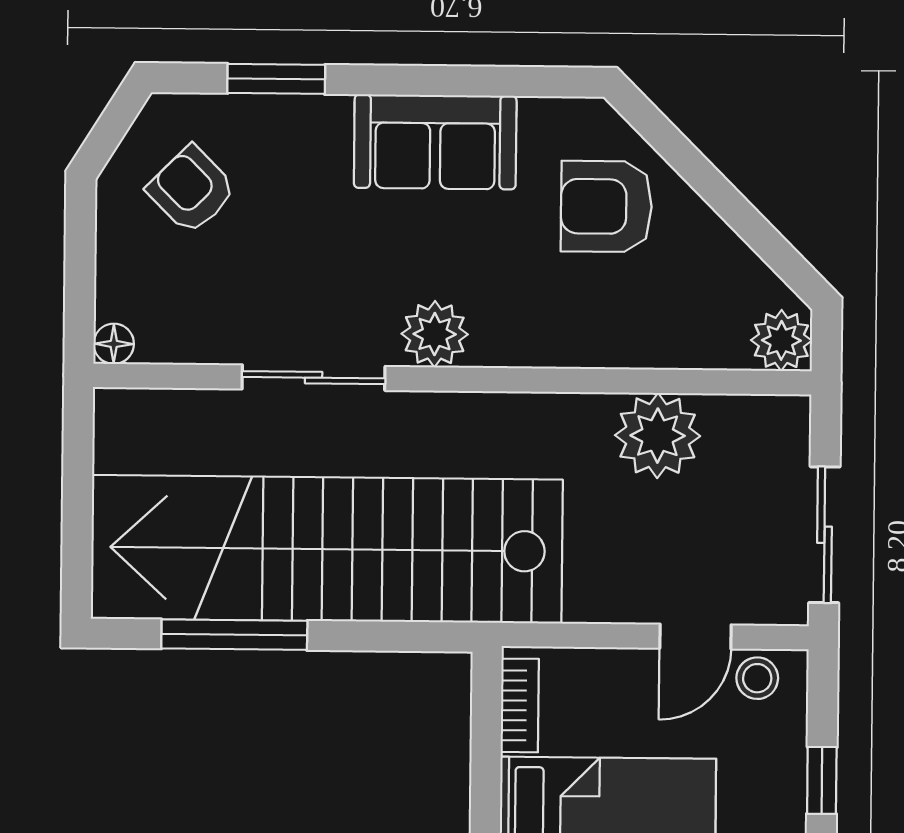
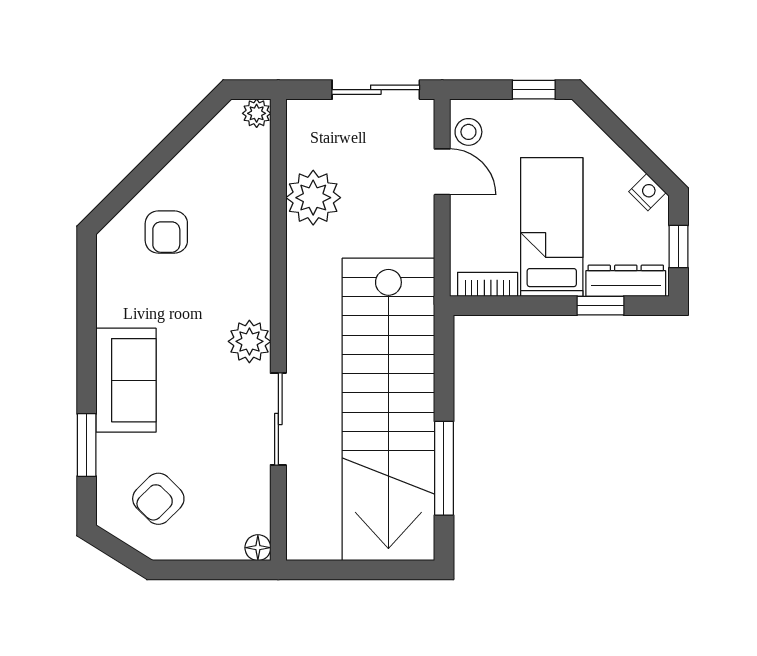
sofa: (435, 142) -> (126, 380), moved
armchair: (606, 206) -> (166, 232), width x0.72, depth x0.72
plant: (781, 340) -> (257, 113), width x0.73, depth x0.73

